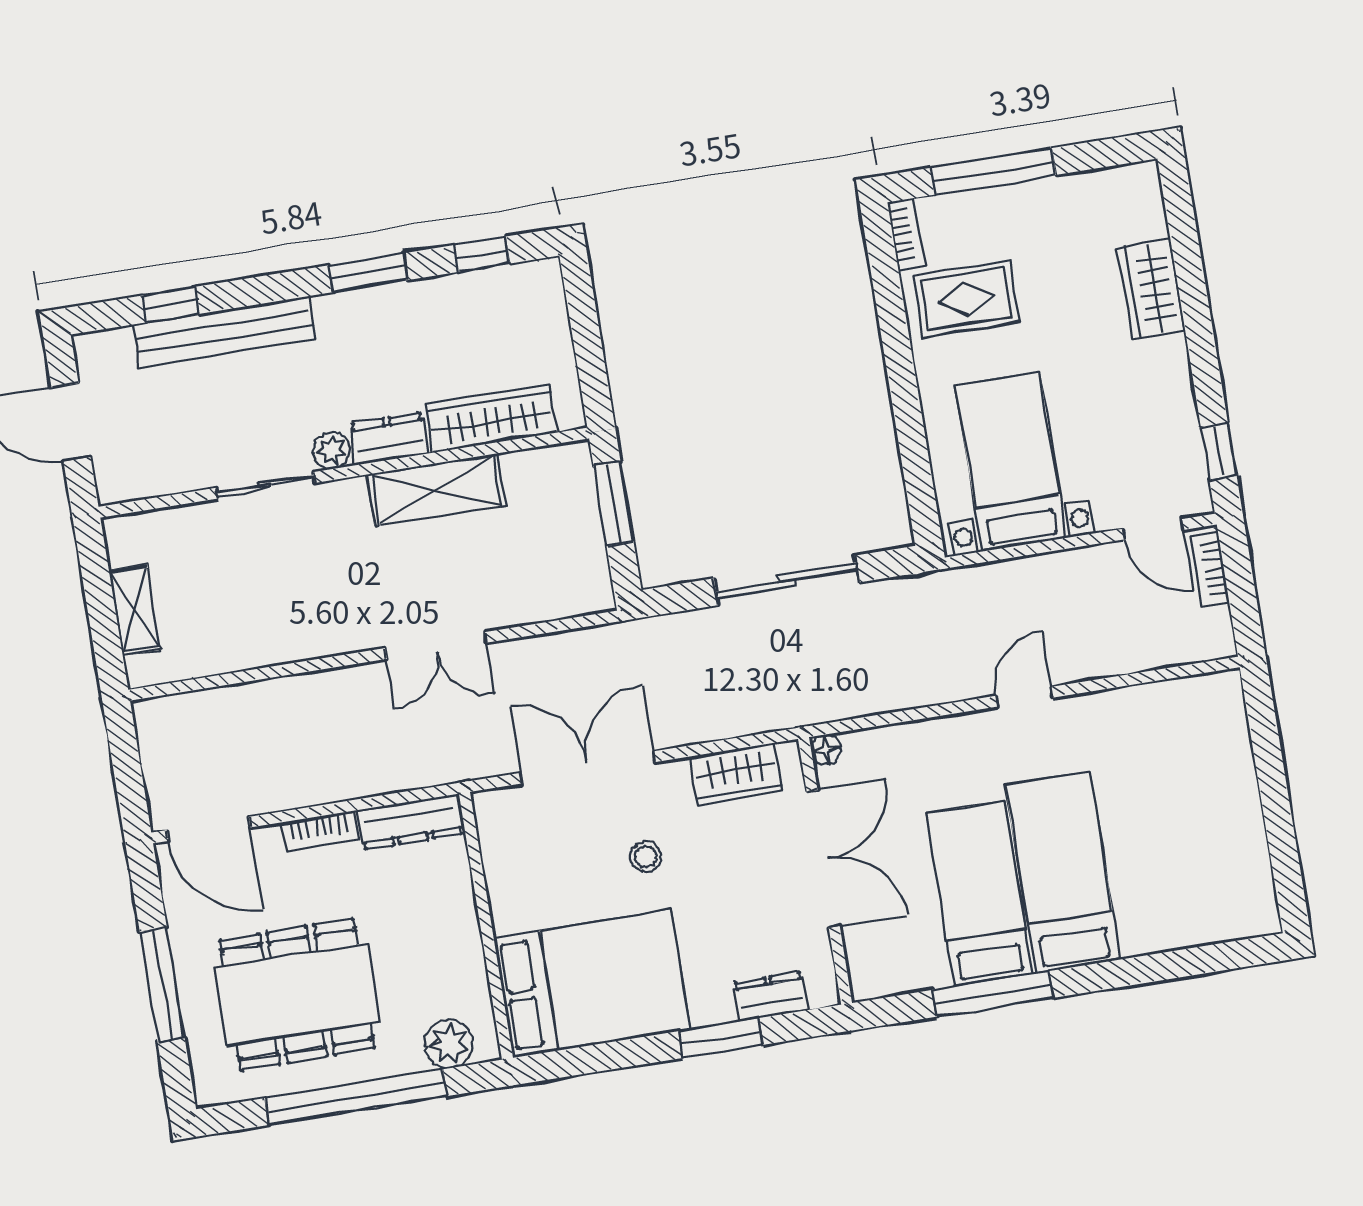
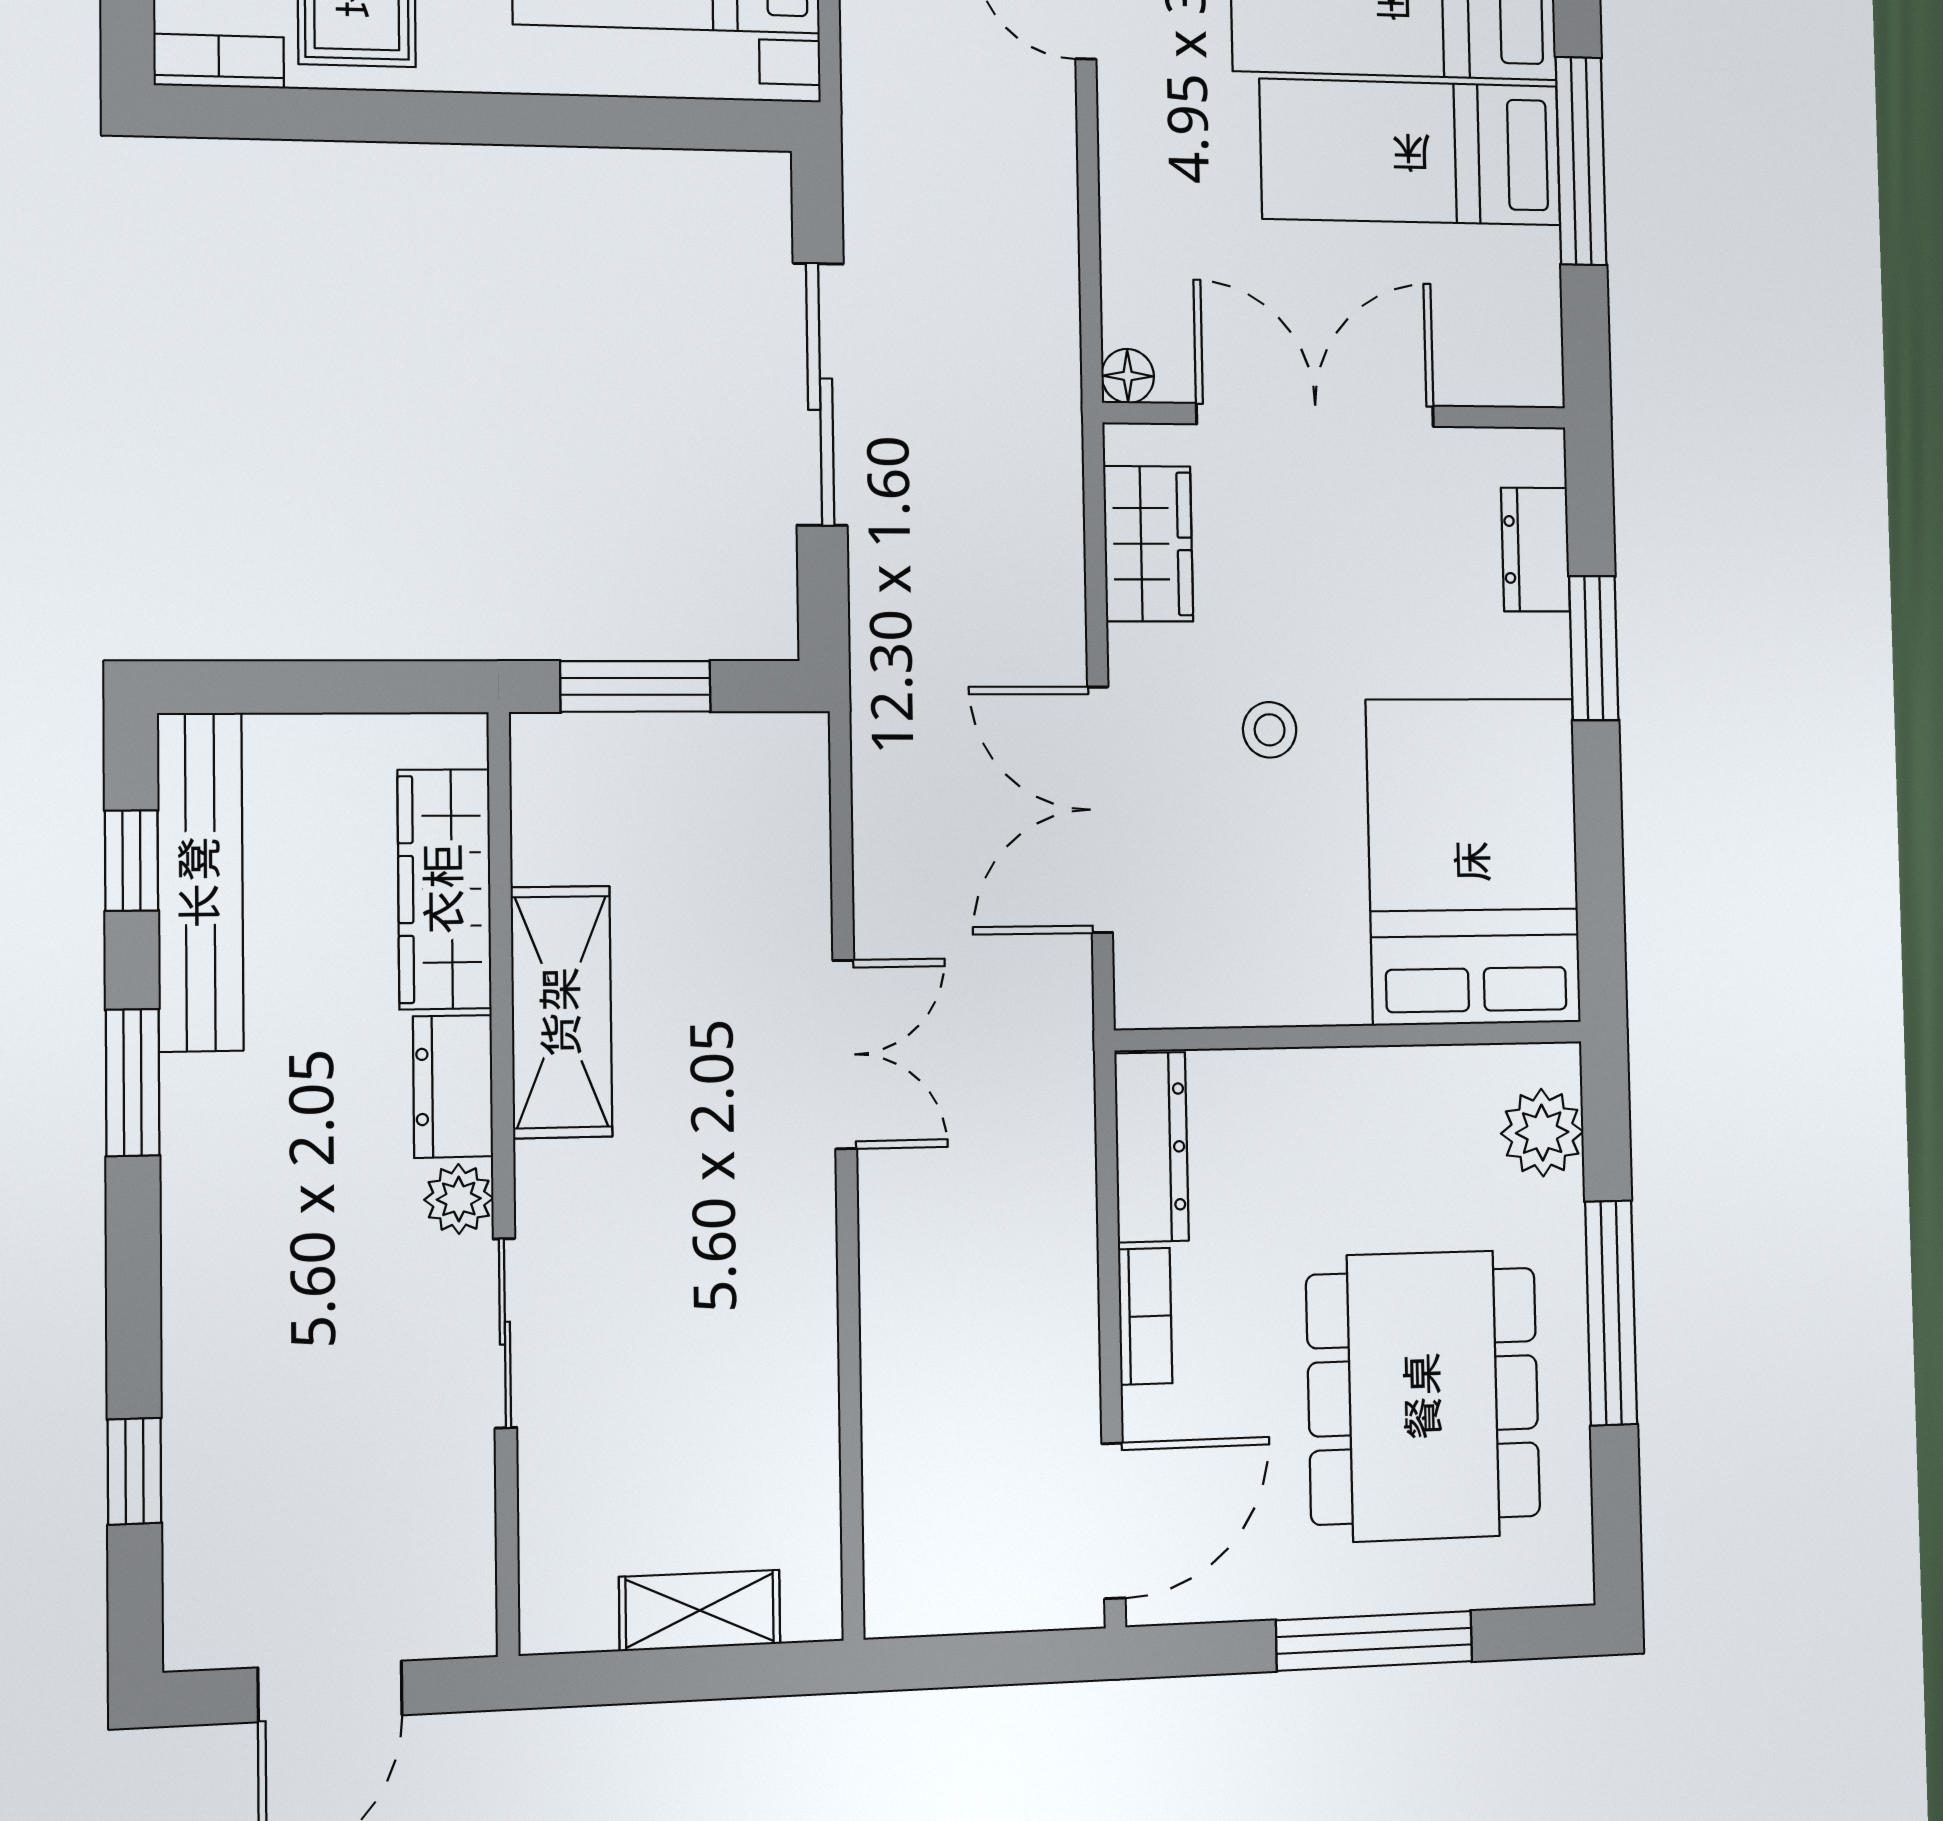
bench: (224, 332) -> (200, 882), moved
window: (356, 1097) -> (1611, 1313), width x0.68

